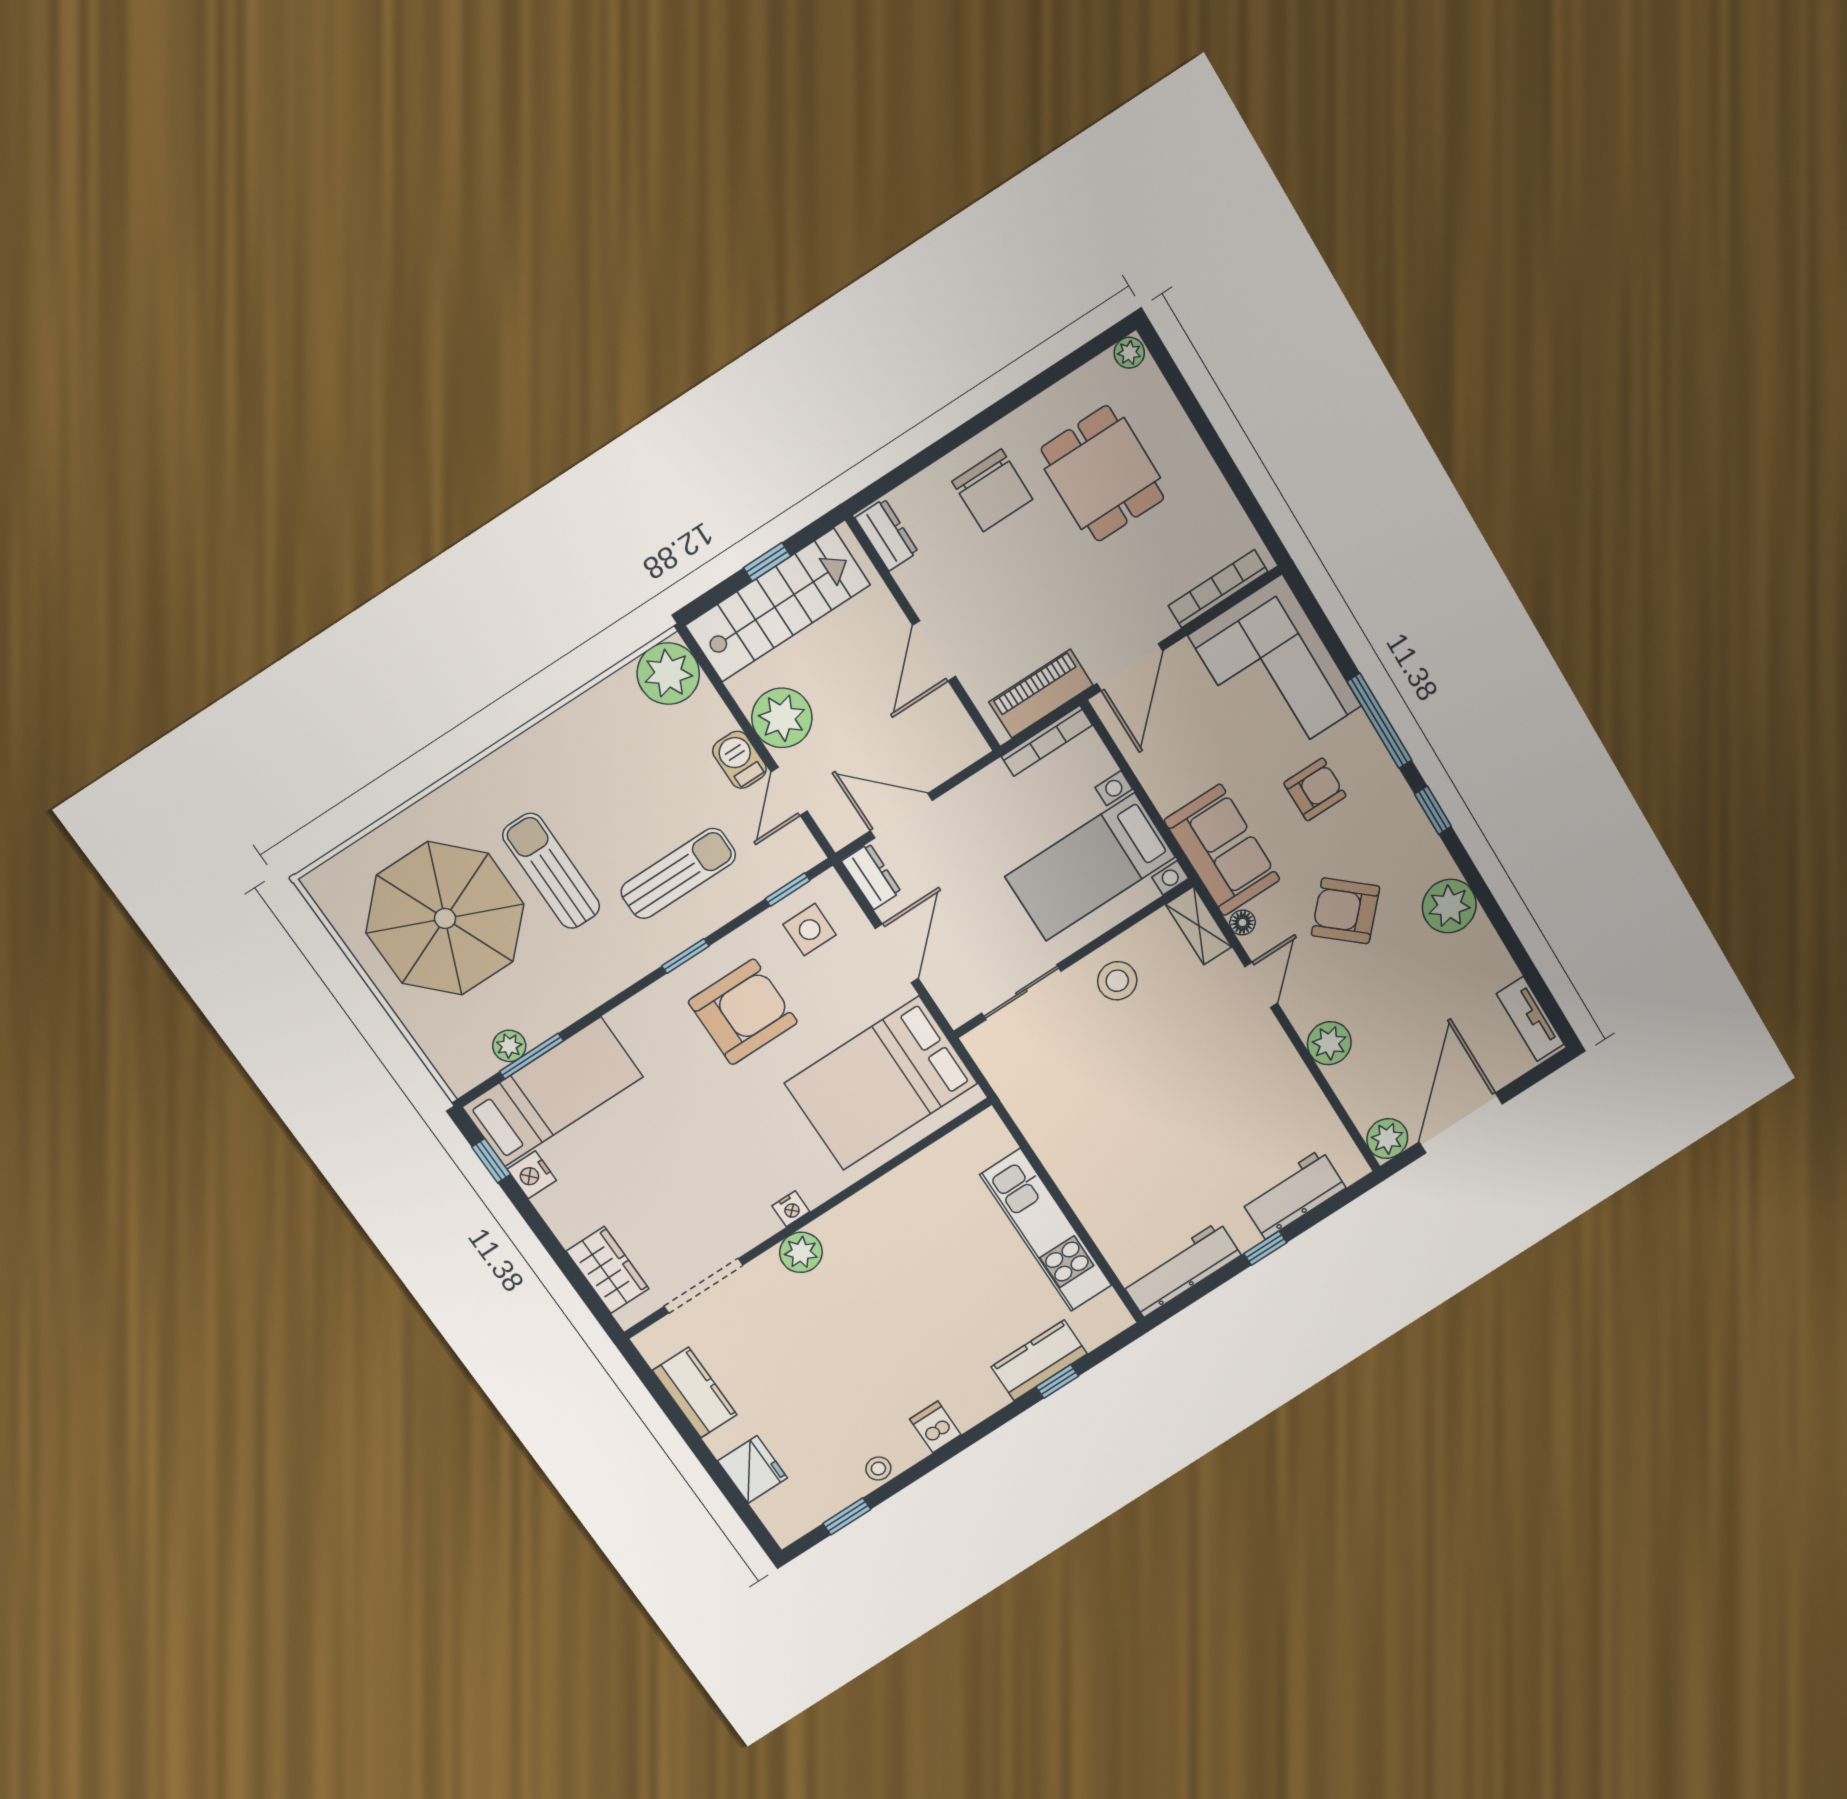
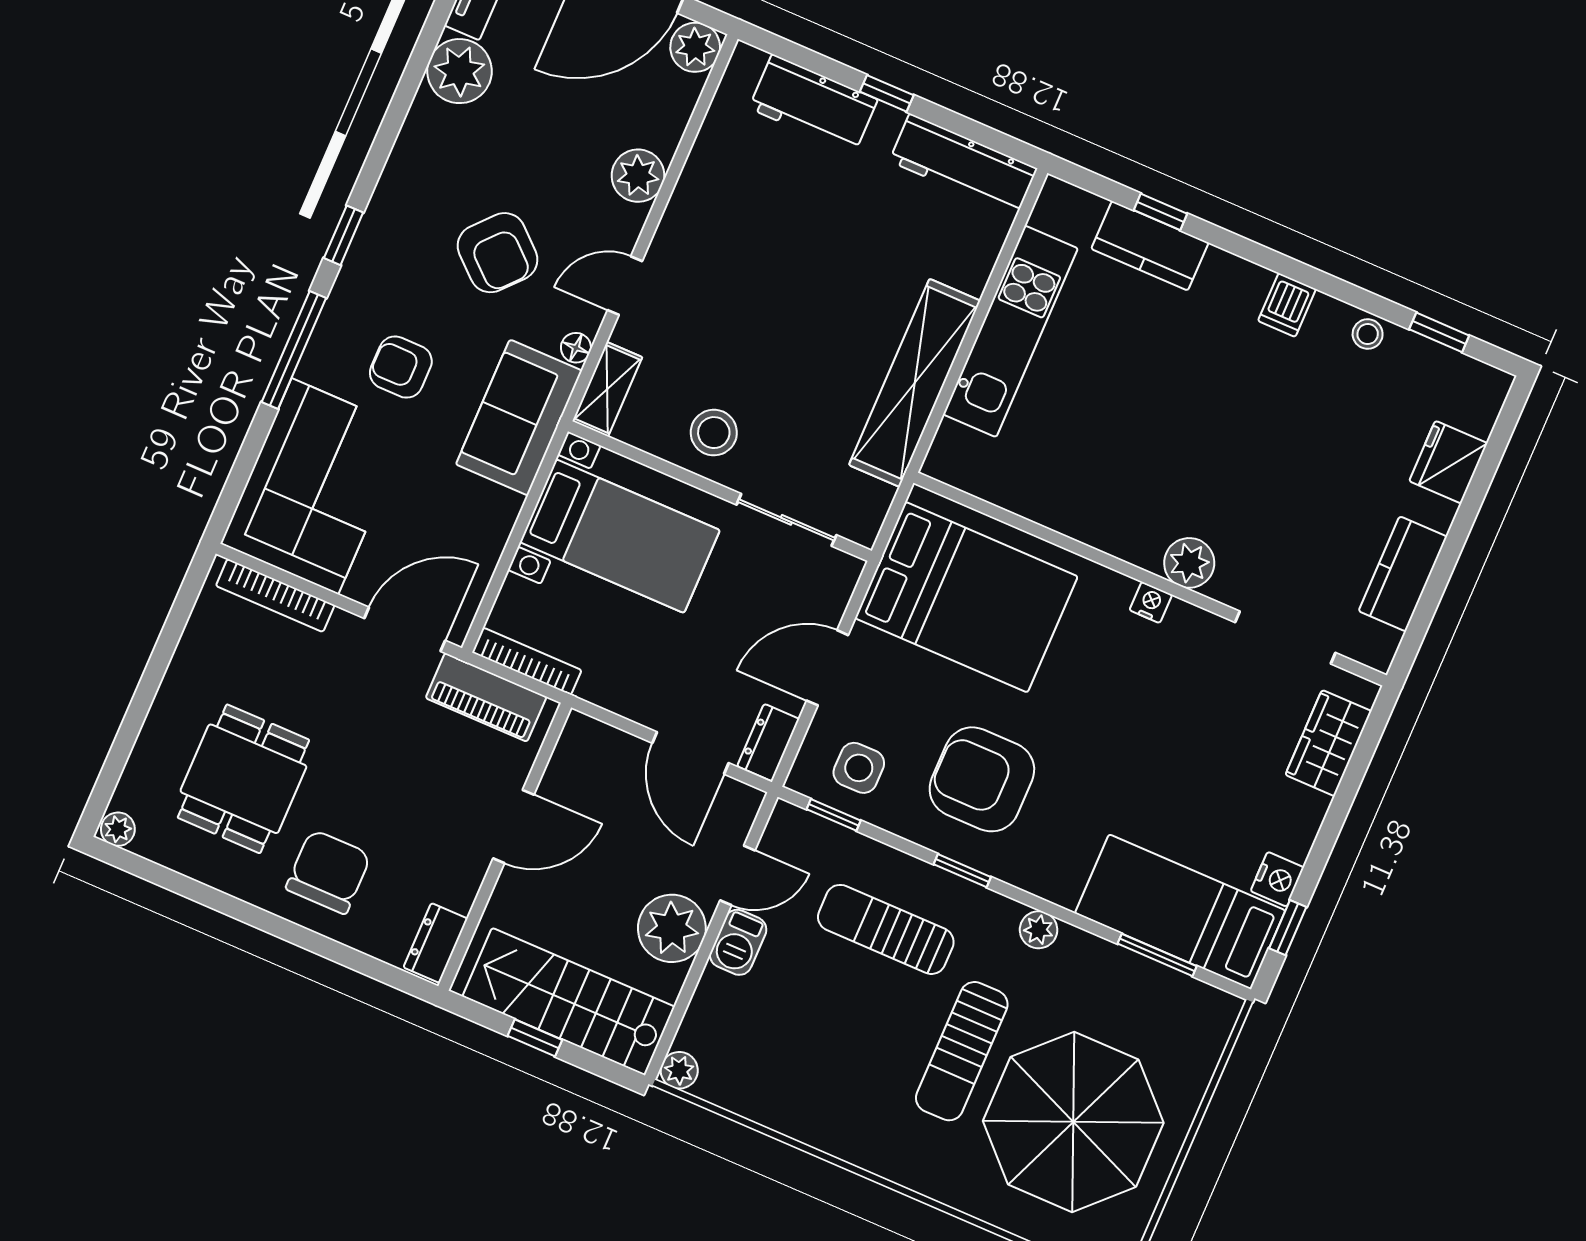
plant: (668, 674) -> (679, 1070), width x0.53, depth x0.53
plant: (1449, 906) -> (460, 71), moved
plant: (509, 1046) -> (1039, 930), moved
shelving: (1056, 1142) -> (915, 383), added

